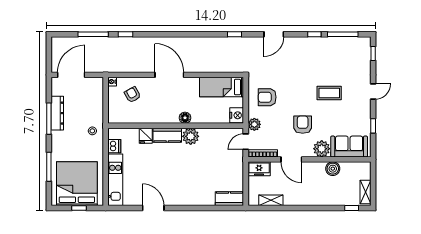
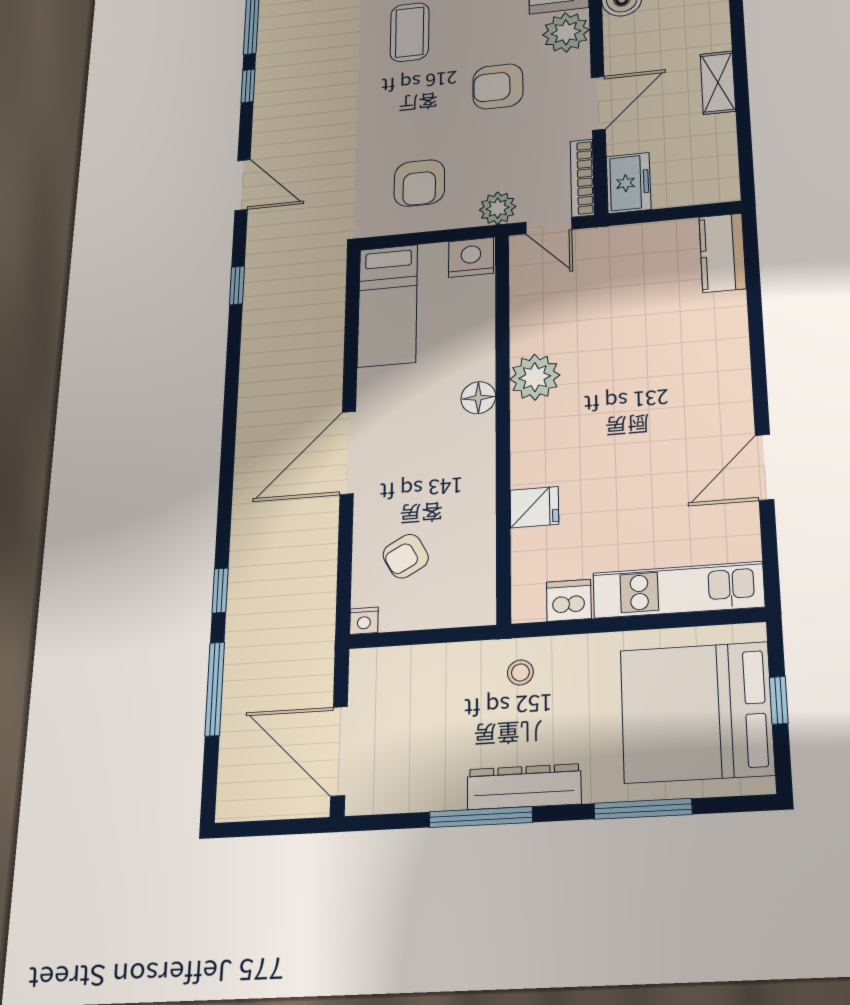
dresser: (57, 113) -> (524, 787), moved
kitchen counter: (167, 135) -> (532, 444), removed
shelving: (271, 200) -> (718, 83), moved

